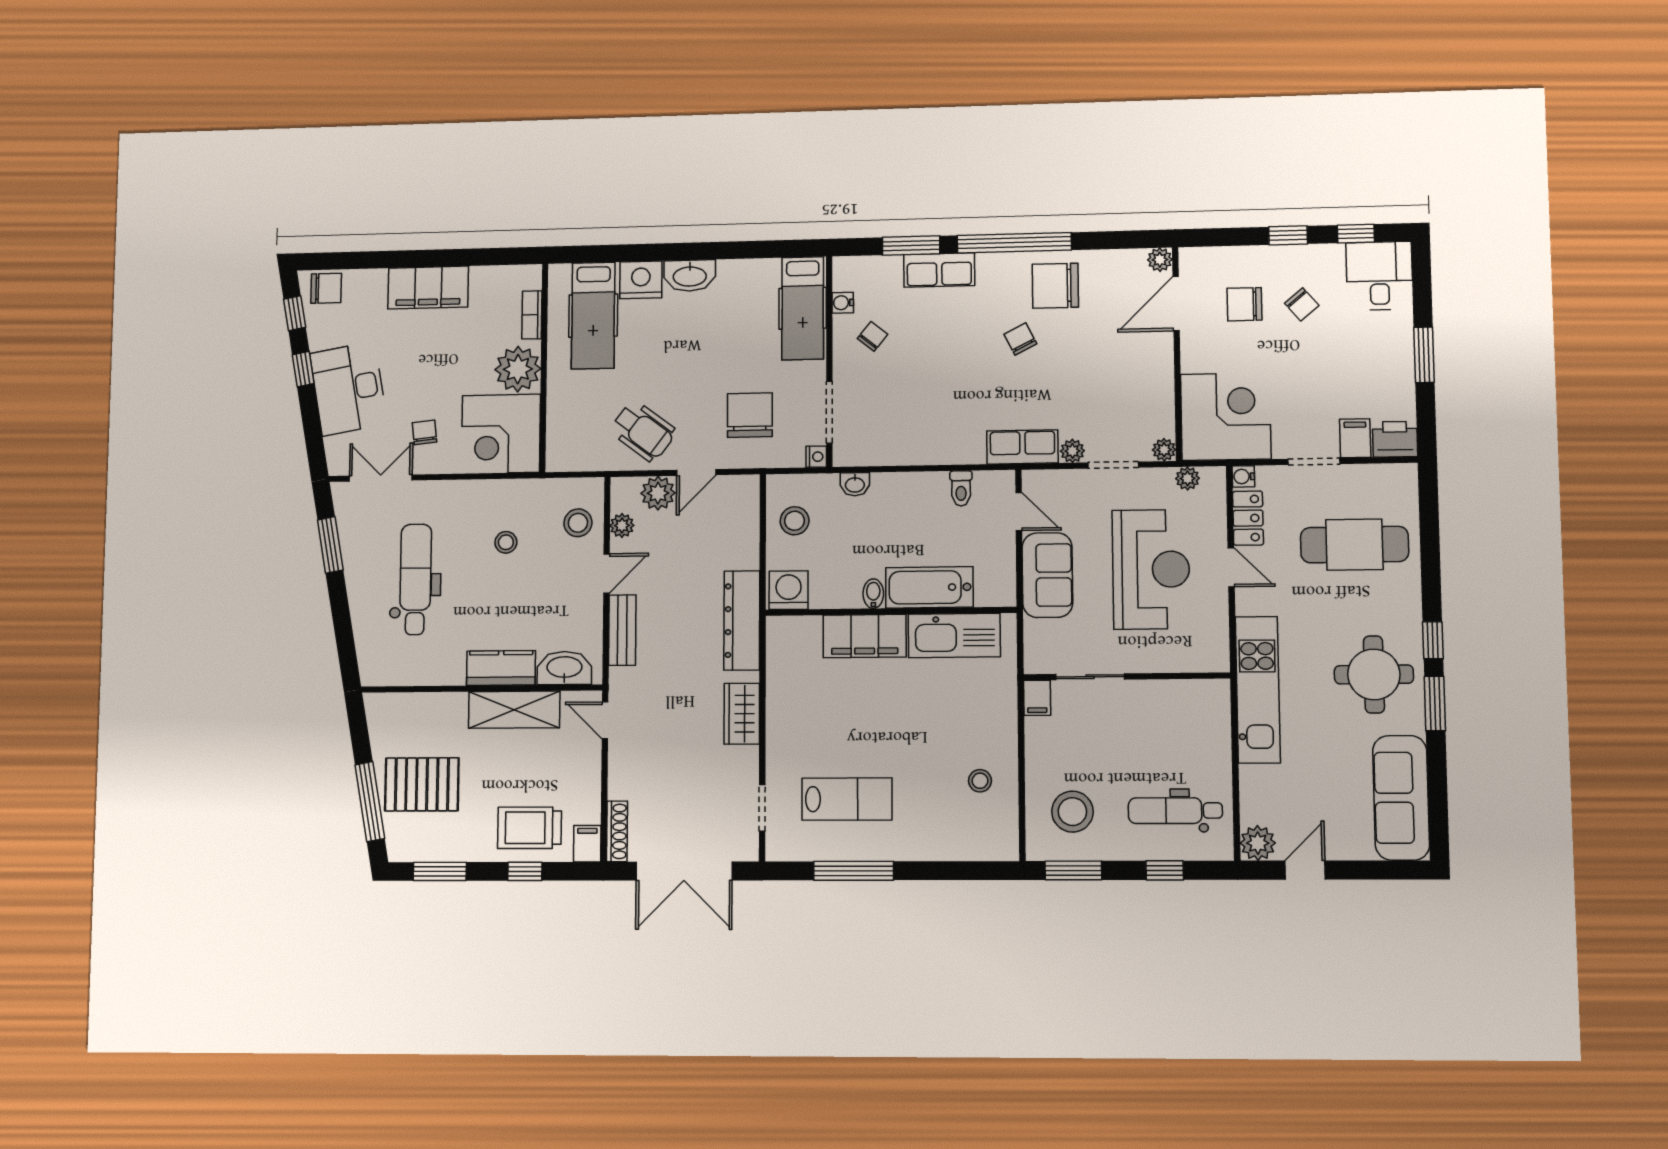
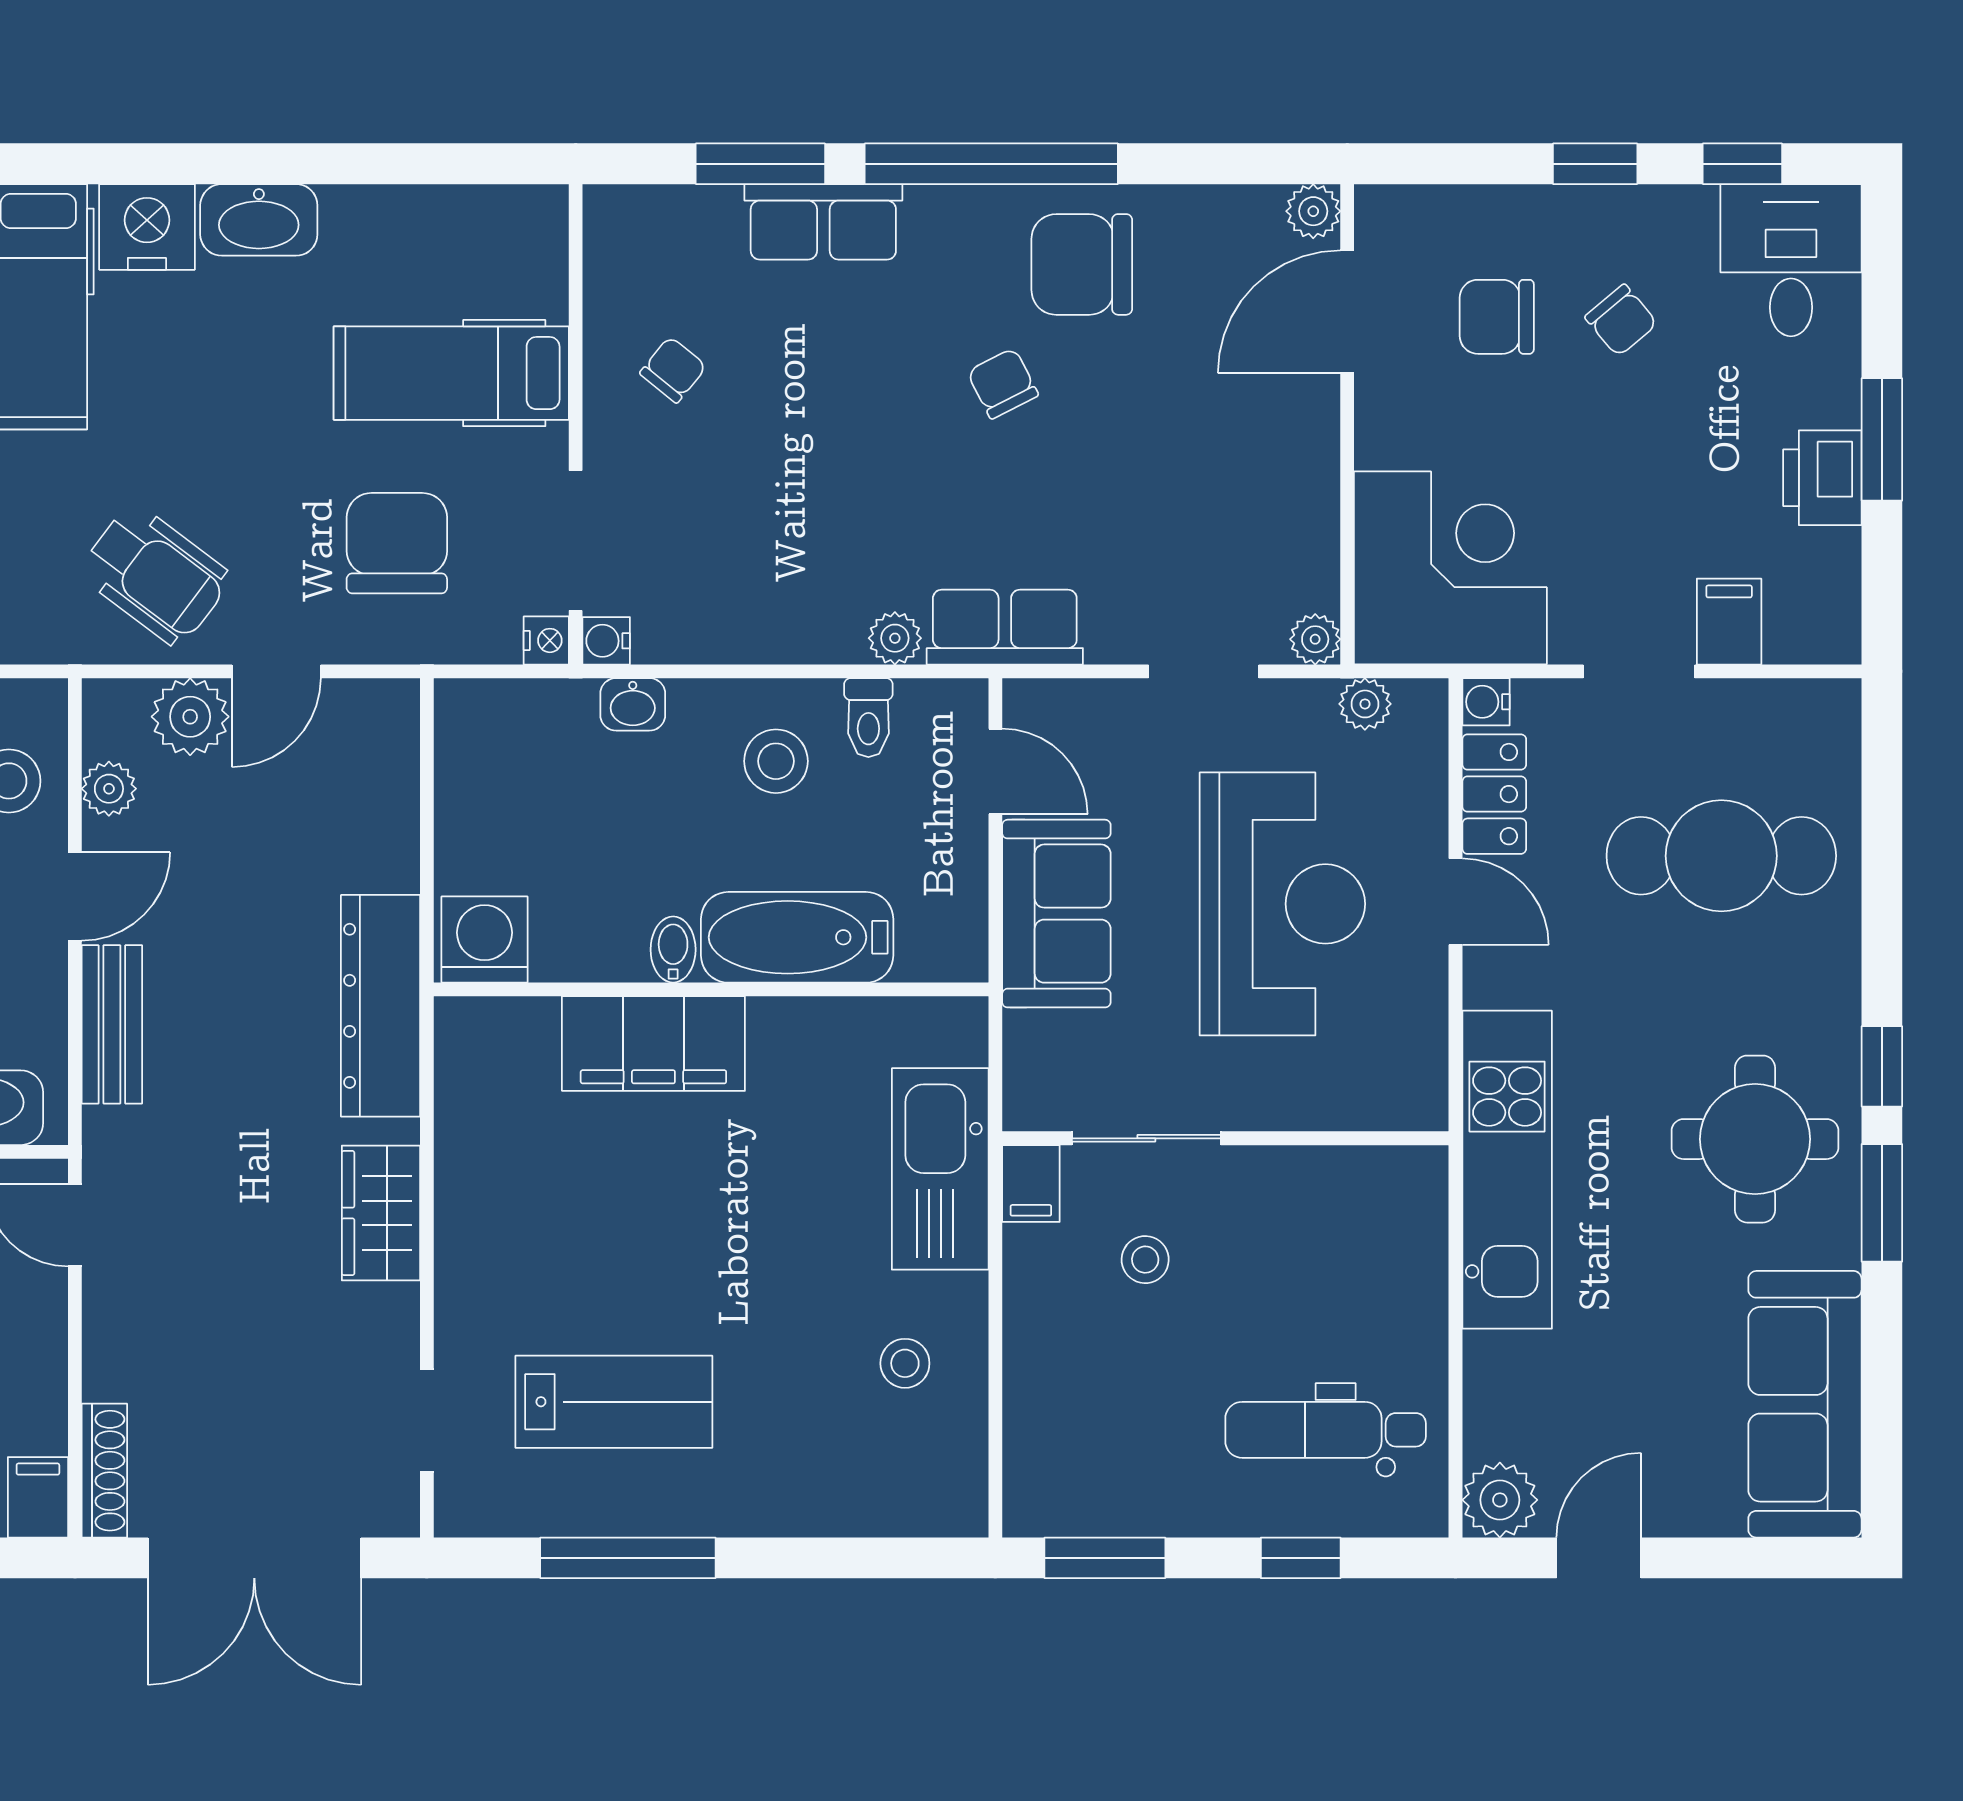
water cooler: (843, 303) -> (606, 641), moved
hospital bed: (803, 308) -> (451, 373), moved, turned 90
printer: (1395, 439) -> (1822, 478), moved, turned -90
plant: (1072, 451) -> (895, 638), moved
stool: (795, 521) -> (776, 761), moved
kitchen sink: (954, 635) -> (940, 1169), moved, turned 90
stool: (1072, 812) -> (1145, 1260), moved, width x0.53, depth x0.53

